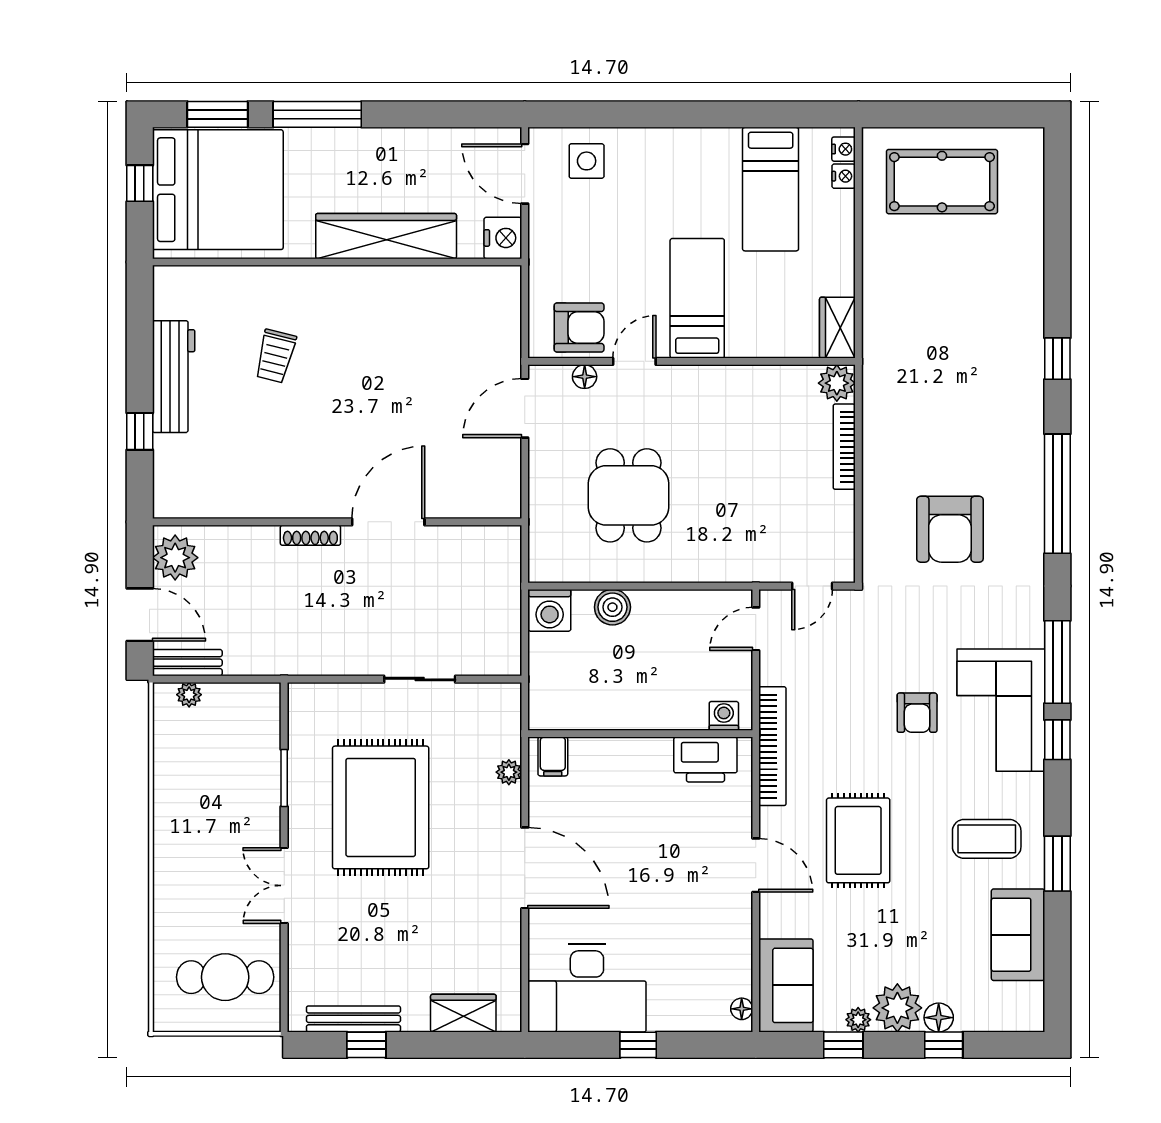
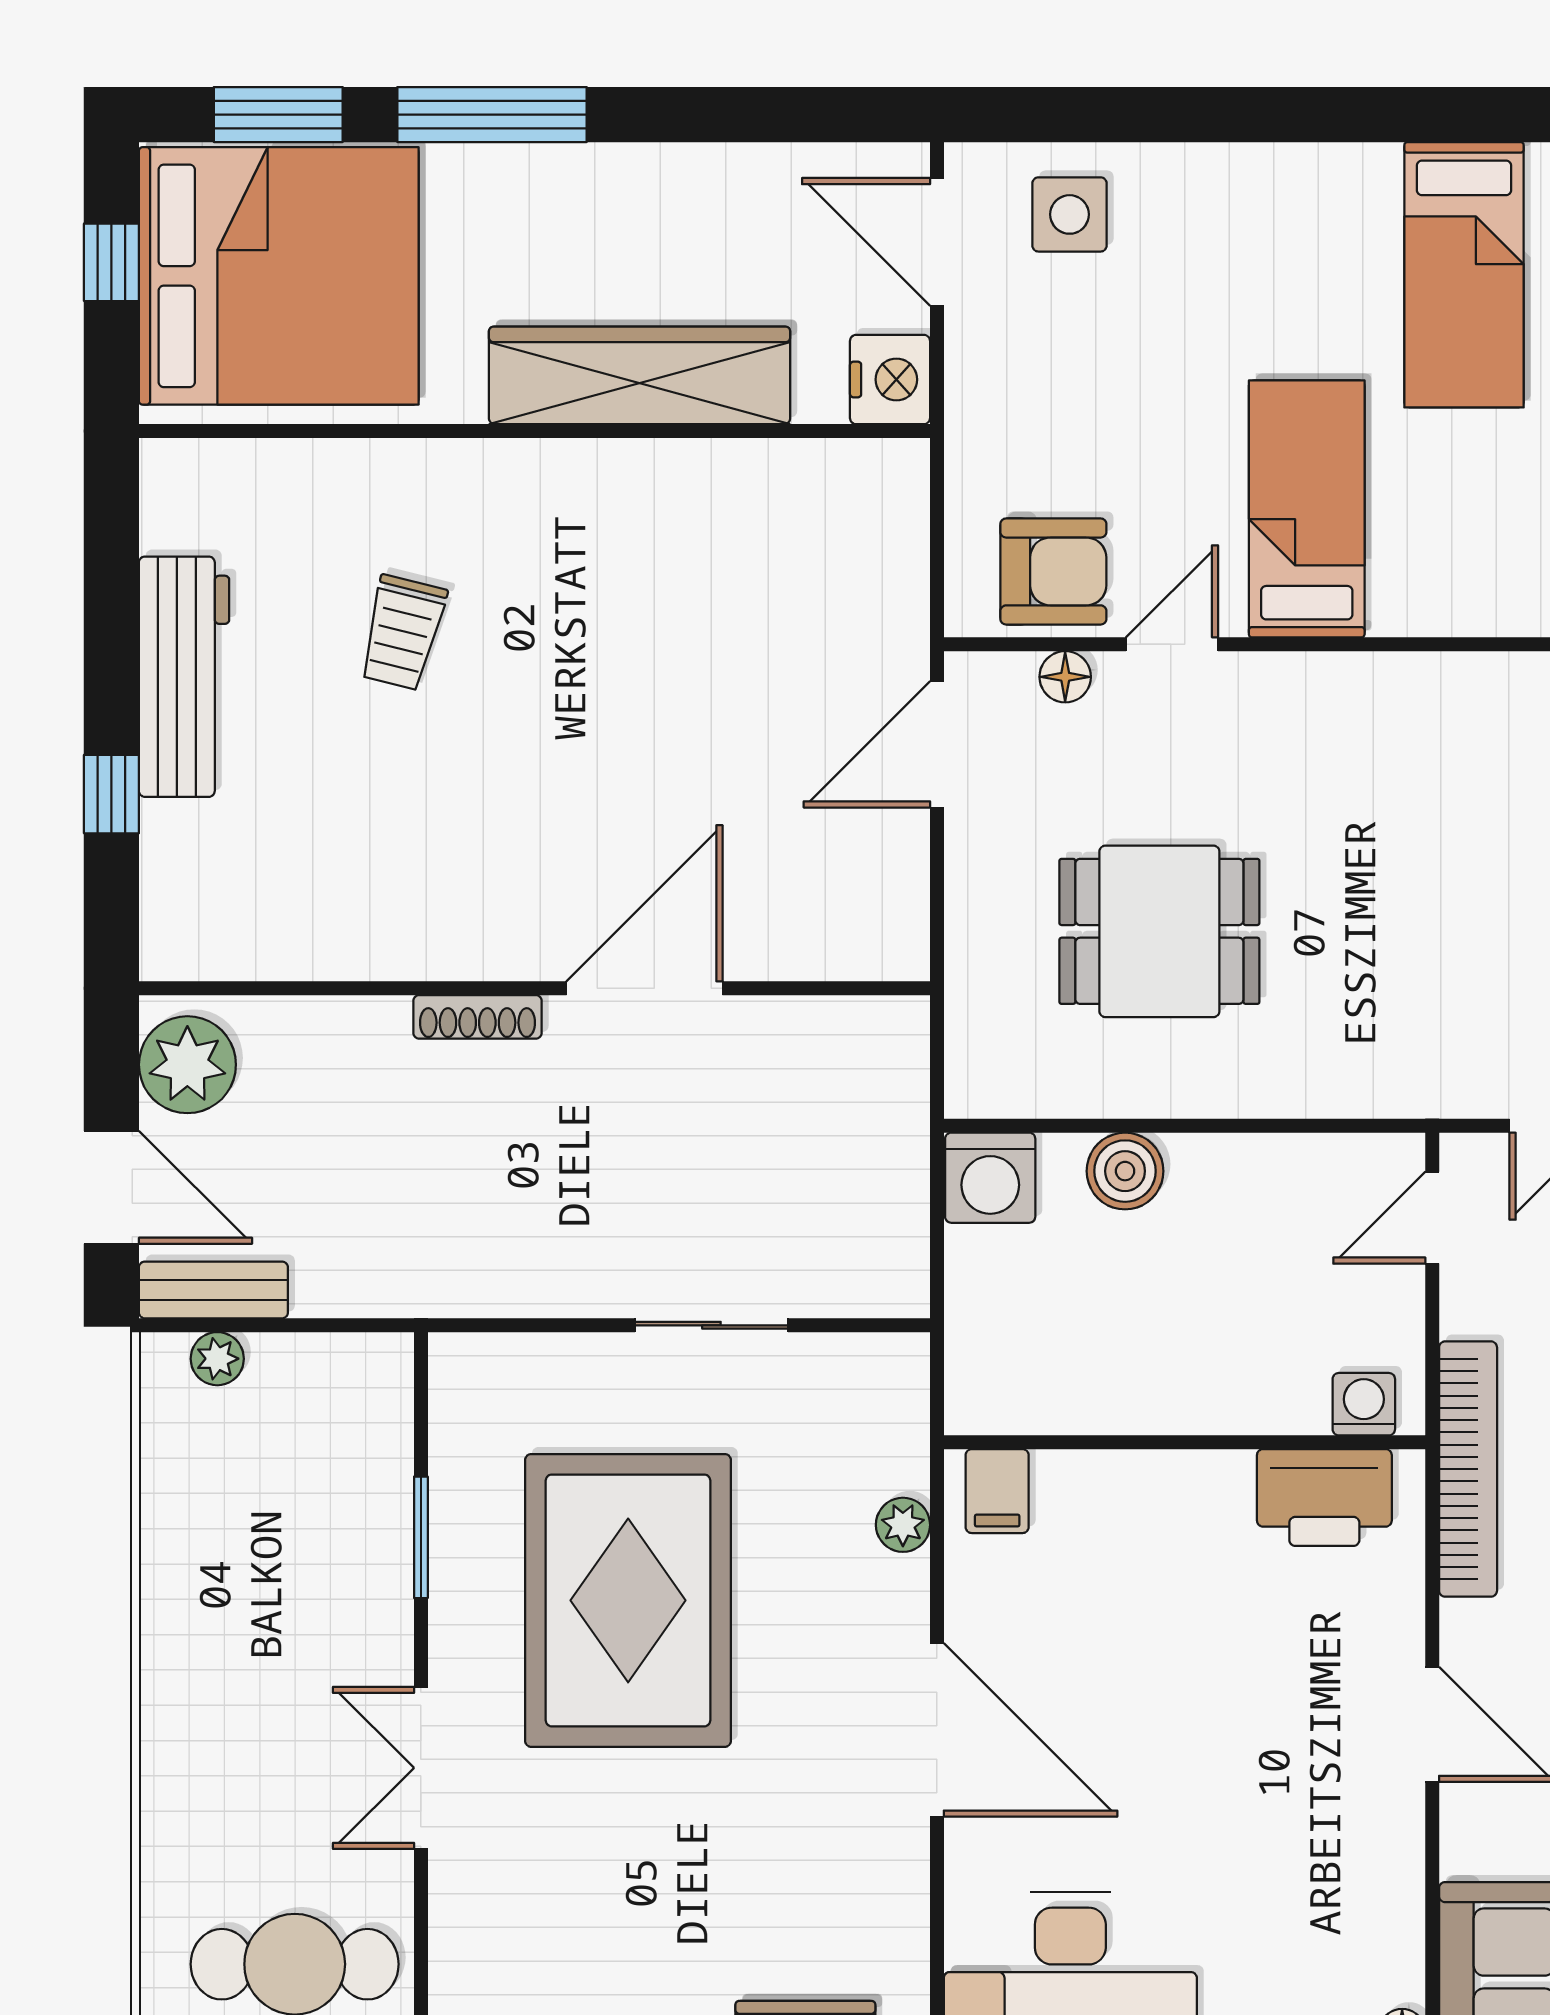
dining table: (629, 495) -> (1159, 931), turned 90

